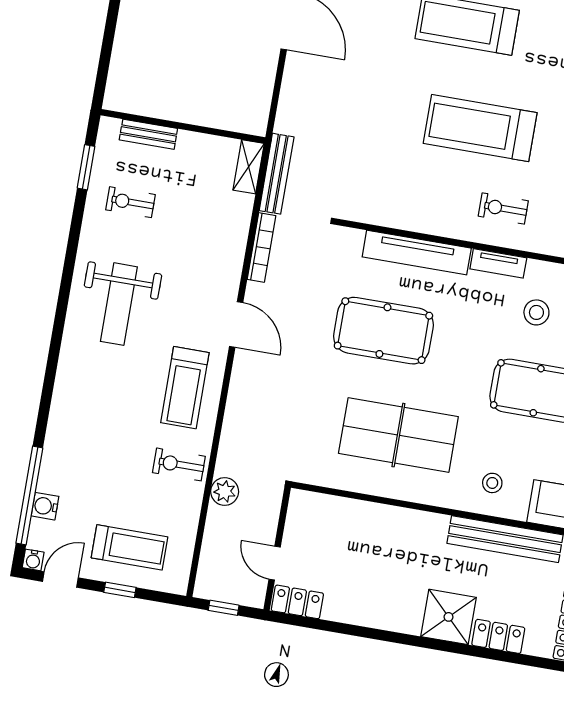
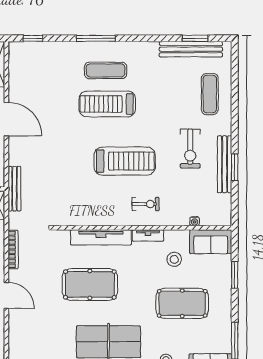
treadmill: (480, 128) -> (125, 161), turned 180
bench: (277, 174) -> (14, 189), moved
exercise bike: (503, 208) -> (145, 204), turned 180

